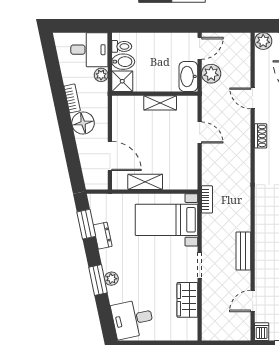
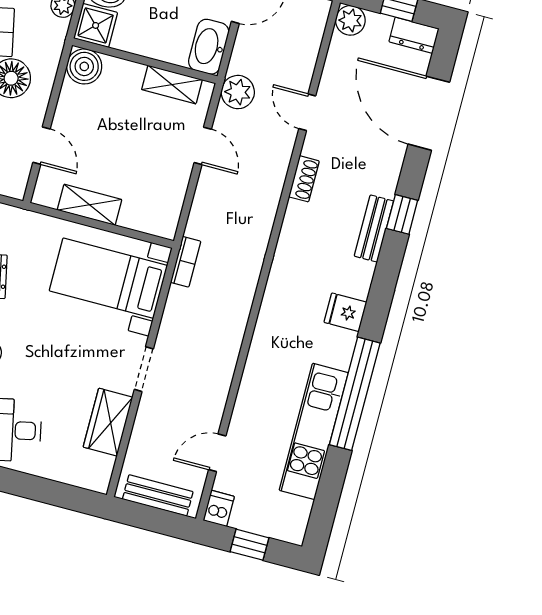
plant: (211, 74) -> (238, 92), moved
shelving: (160, 103) -> (172, 85), moved
boiler: (122, 106) -> (84, 66), added
door: (110, 156) -> (42, 146), width x0.73
bench: (243, 251) -> (158, 495), moved, turned 90

